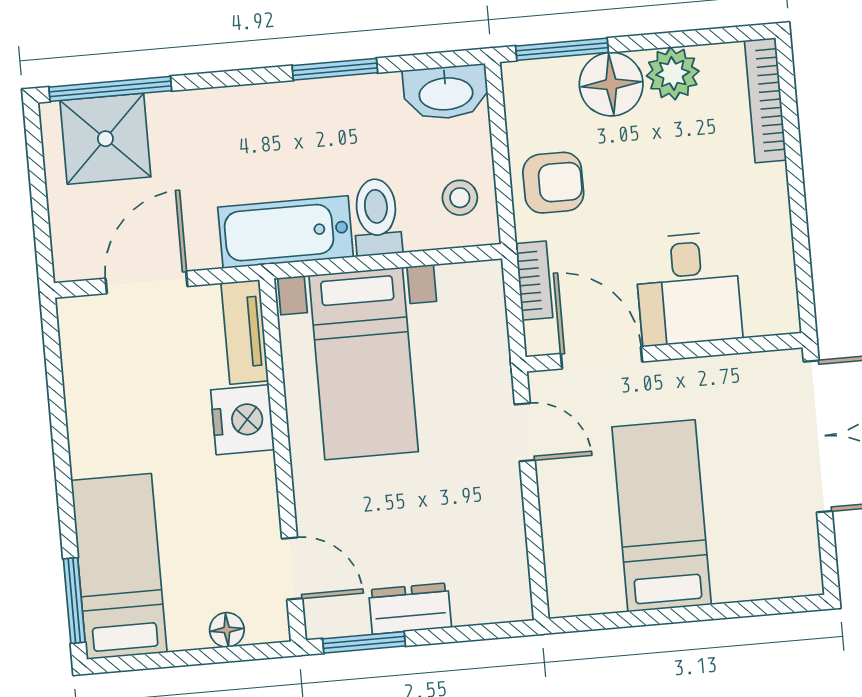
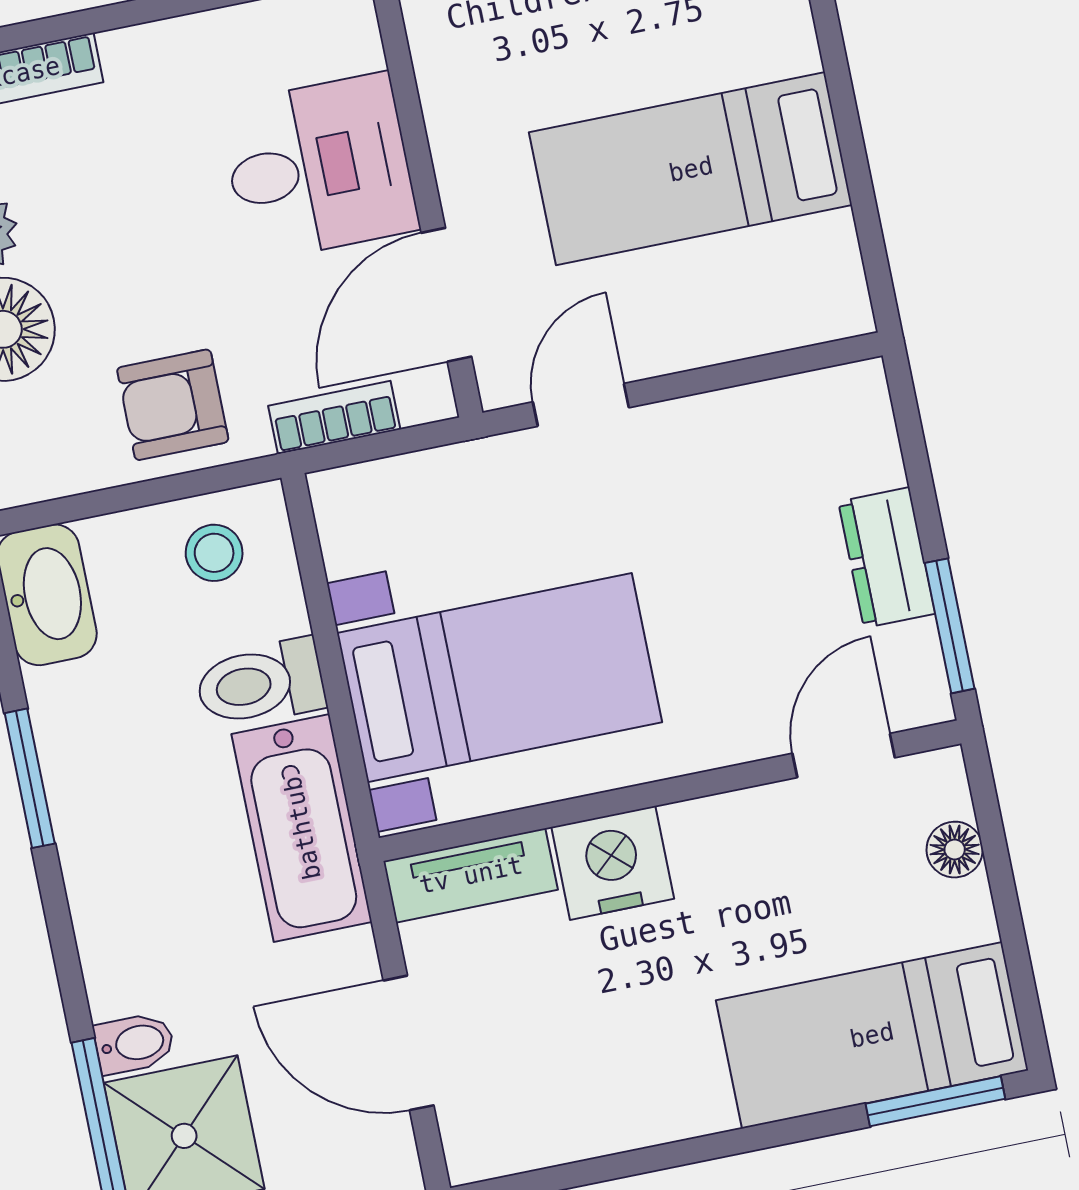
bidet: (165, 115) -> (134, 1043), added
armchair: (553, 183) -> (173, 405), turned -90

